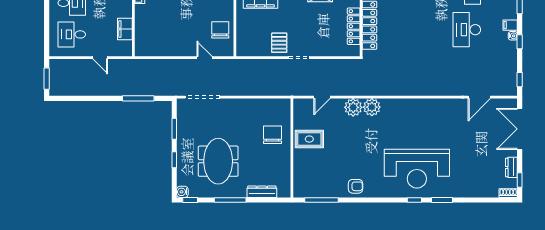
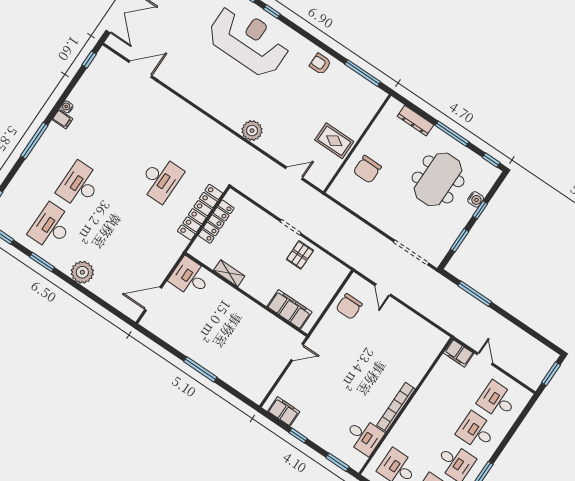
filing cabinet: (125, 29) -> (459, 353), moved, turned 90
desk: (467, 30) -> (161, 179), moved
desk: (72, 34) -> (497, 400), turned 180
window: (520, 42) -> (64, 97), removed
plant: (353, 107) -> (270, 143), removed
water cooler: (182, 192) -> (476, 199), moved

